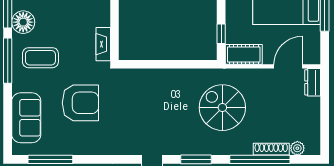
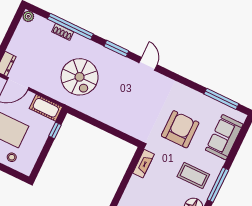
armchair: (80, 103) -> (180, 129), turned 90
plant: (297, 148) -> (28, 16), moved
shoe rack: (271, 149) -> (63, 32), width x0.70

